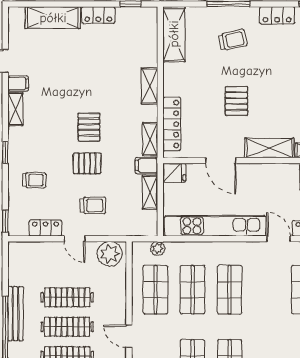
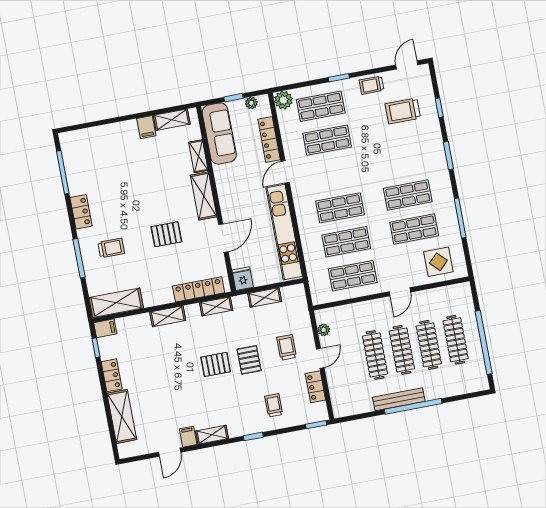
trolley: (233, 40) -> (111, 248), turned 102
filing cabinet: (146, 166) -> (105, 328), moved, turned -90
plant: (158, 249) -> (315, 281), removed
plant: (110, 254) -> (324, 330), width x0.53, depth x0.53

